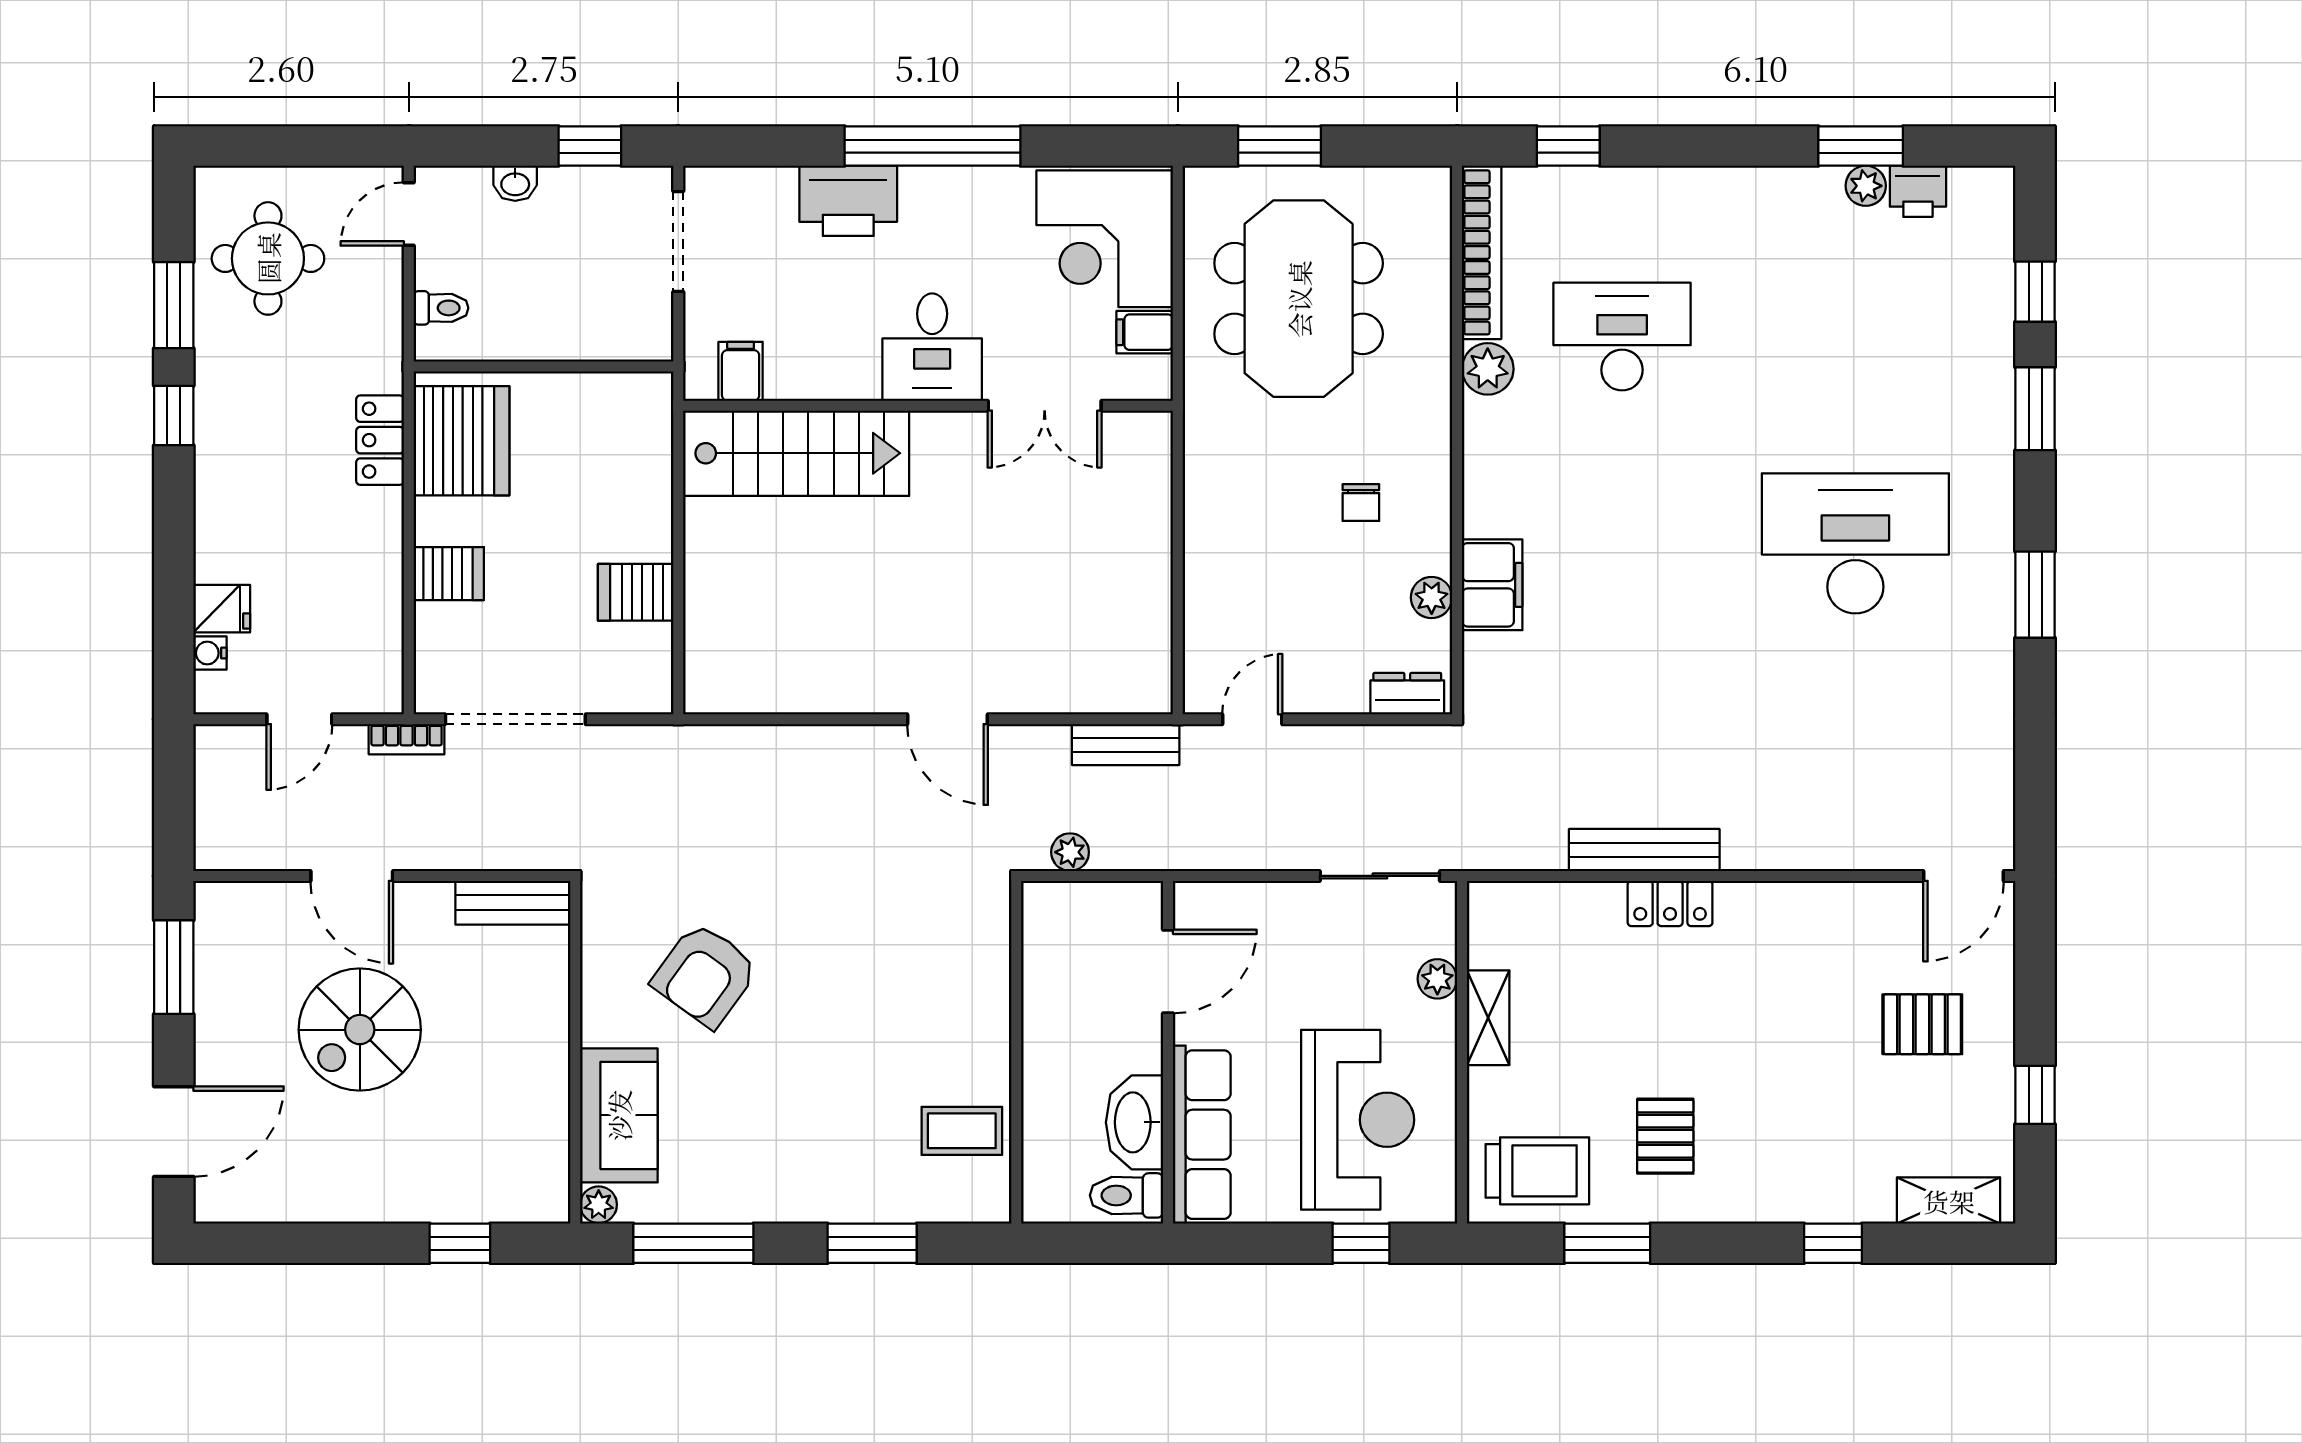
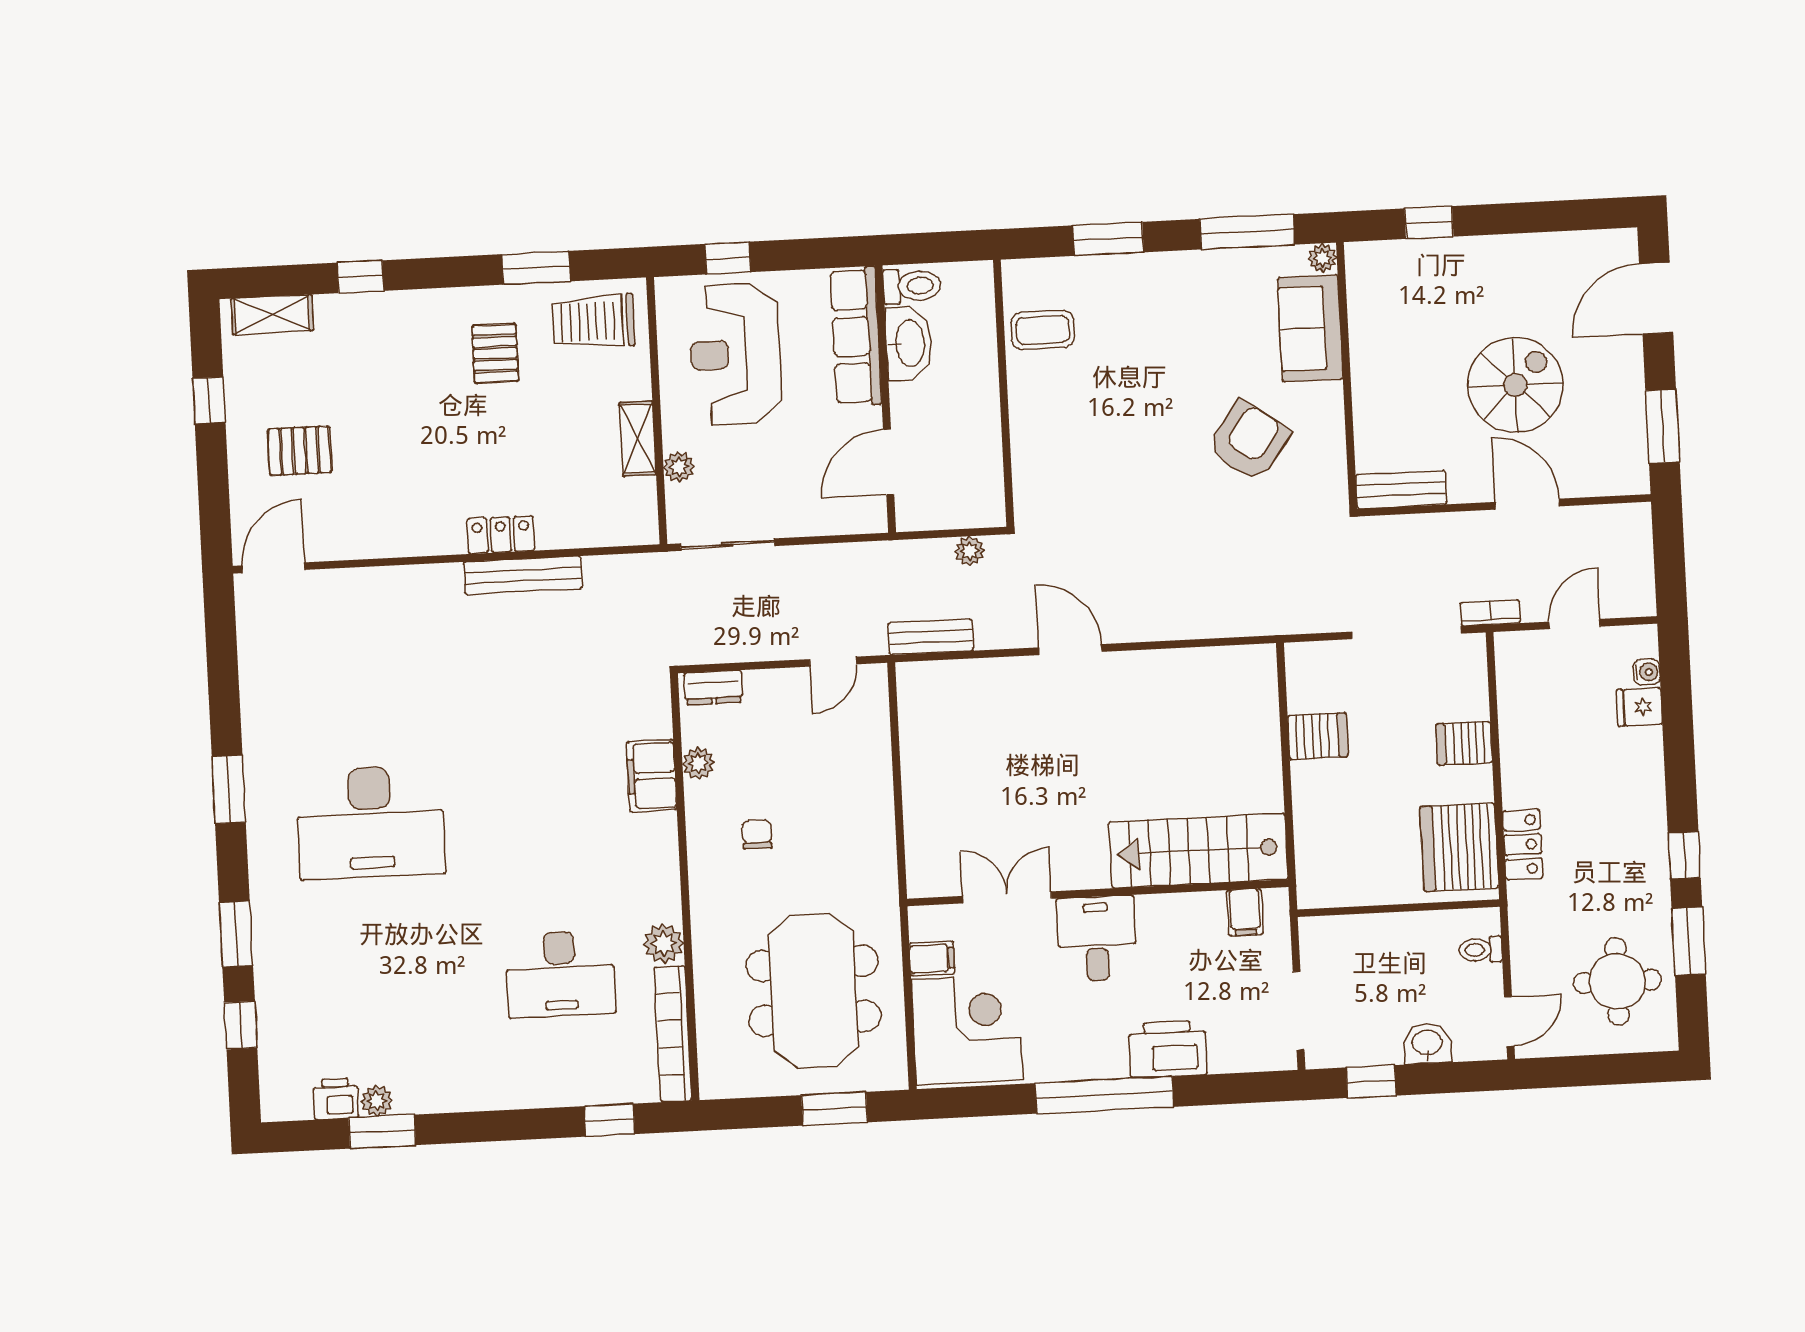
washbasin: (515, 183) -> (1427, 1043), width x1.38, depth x1.45

